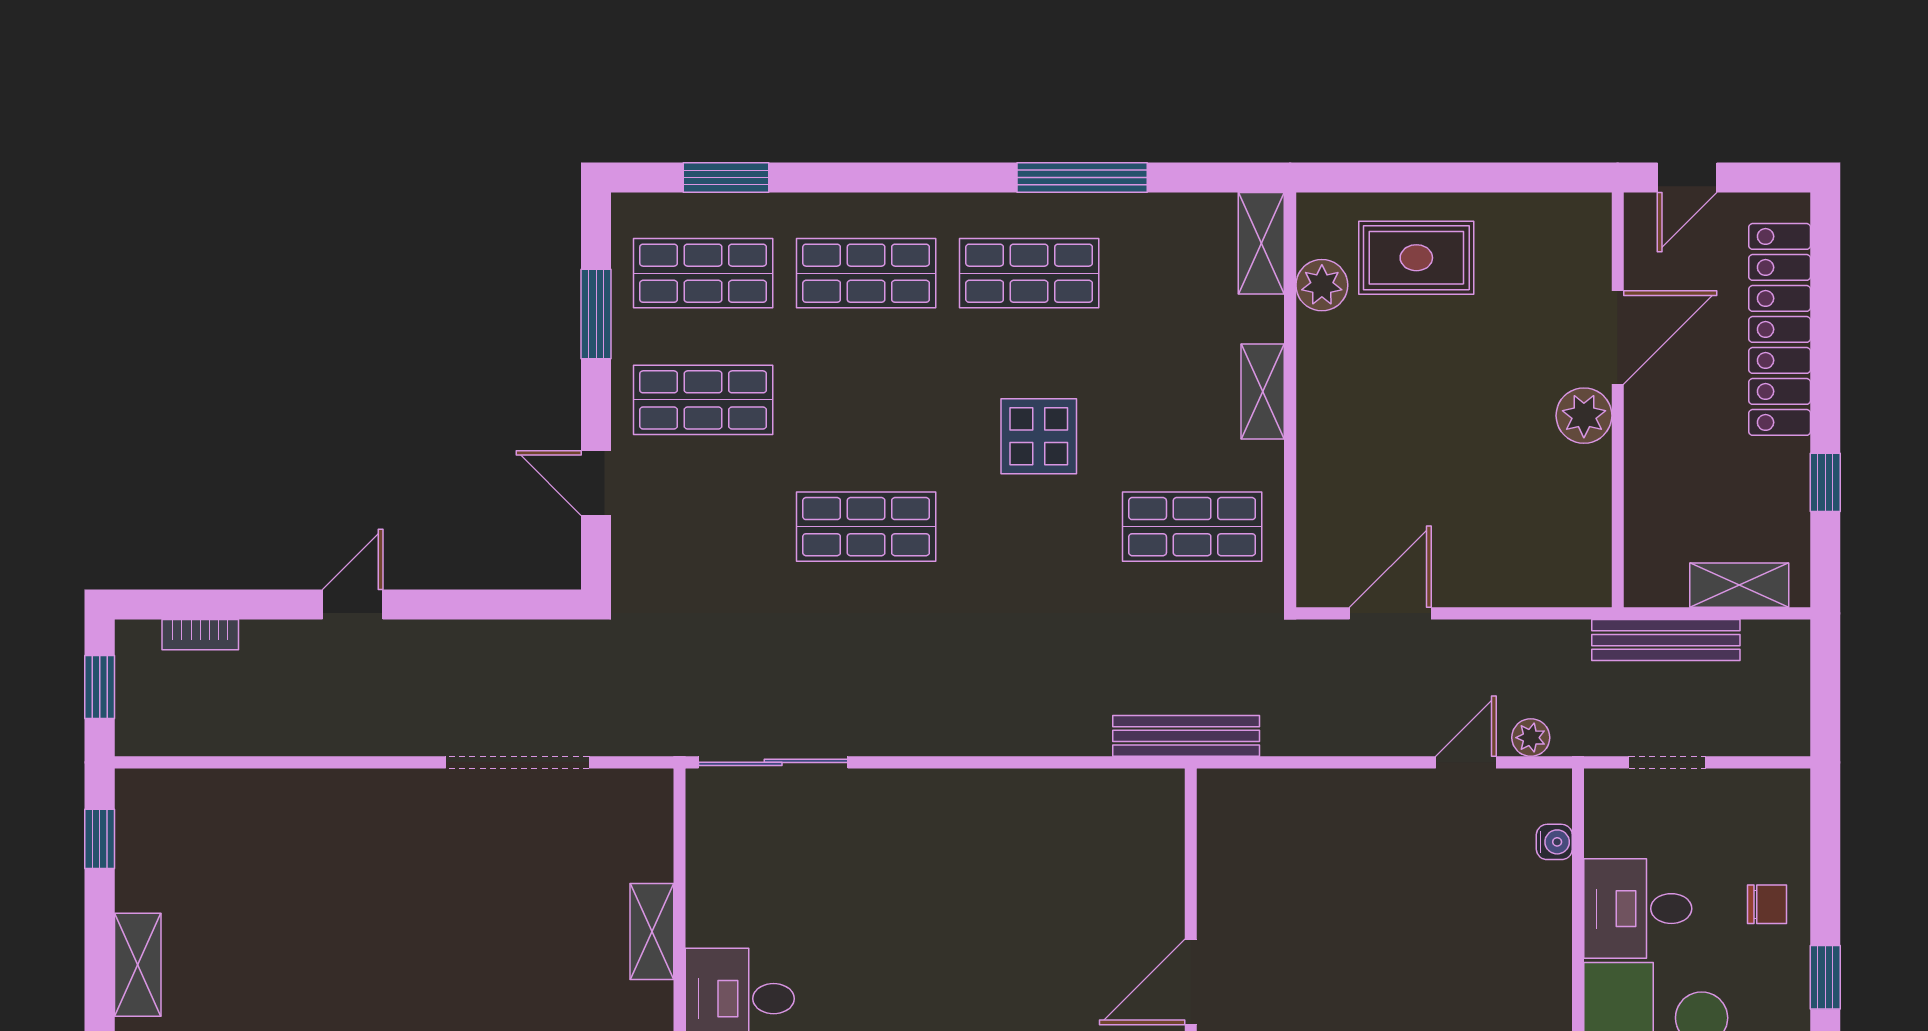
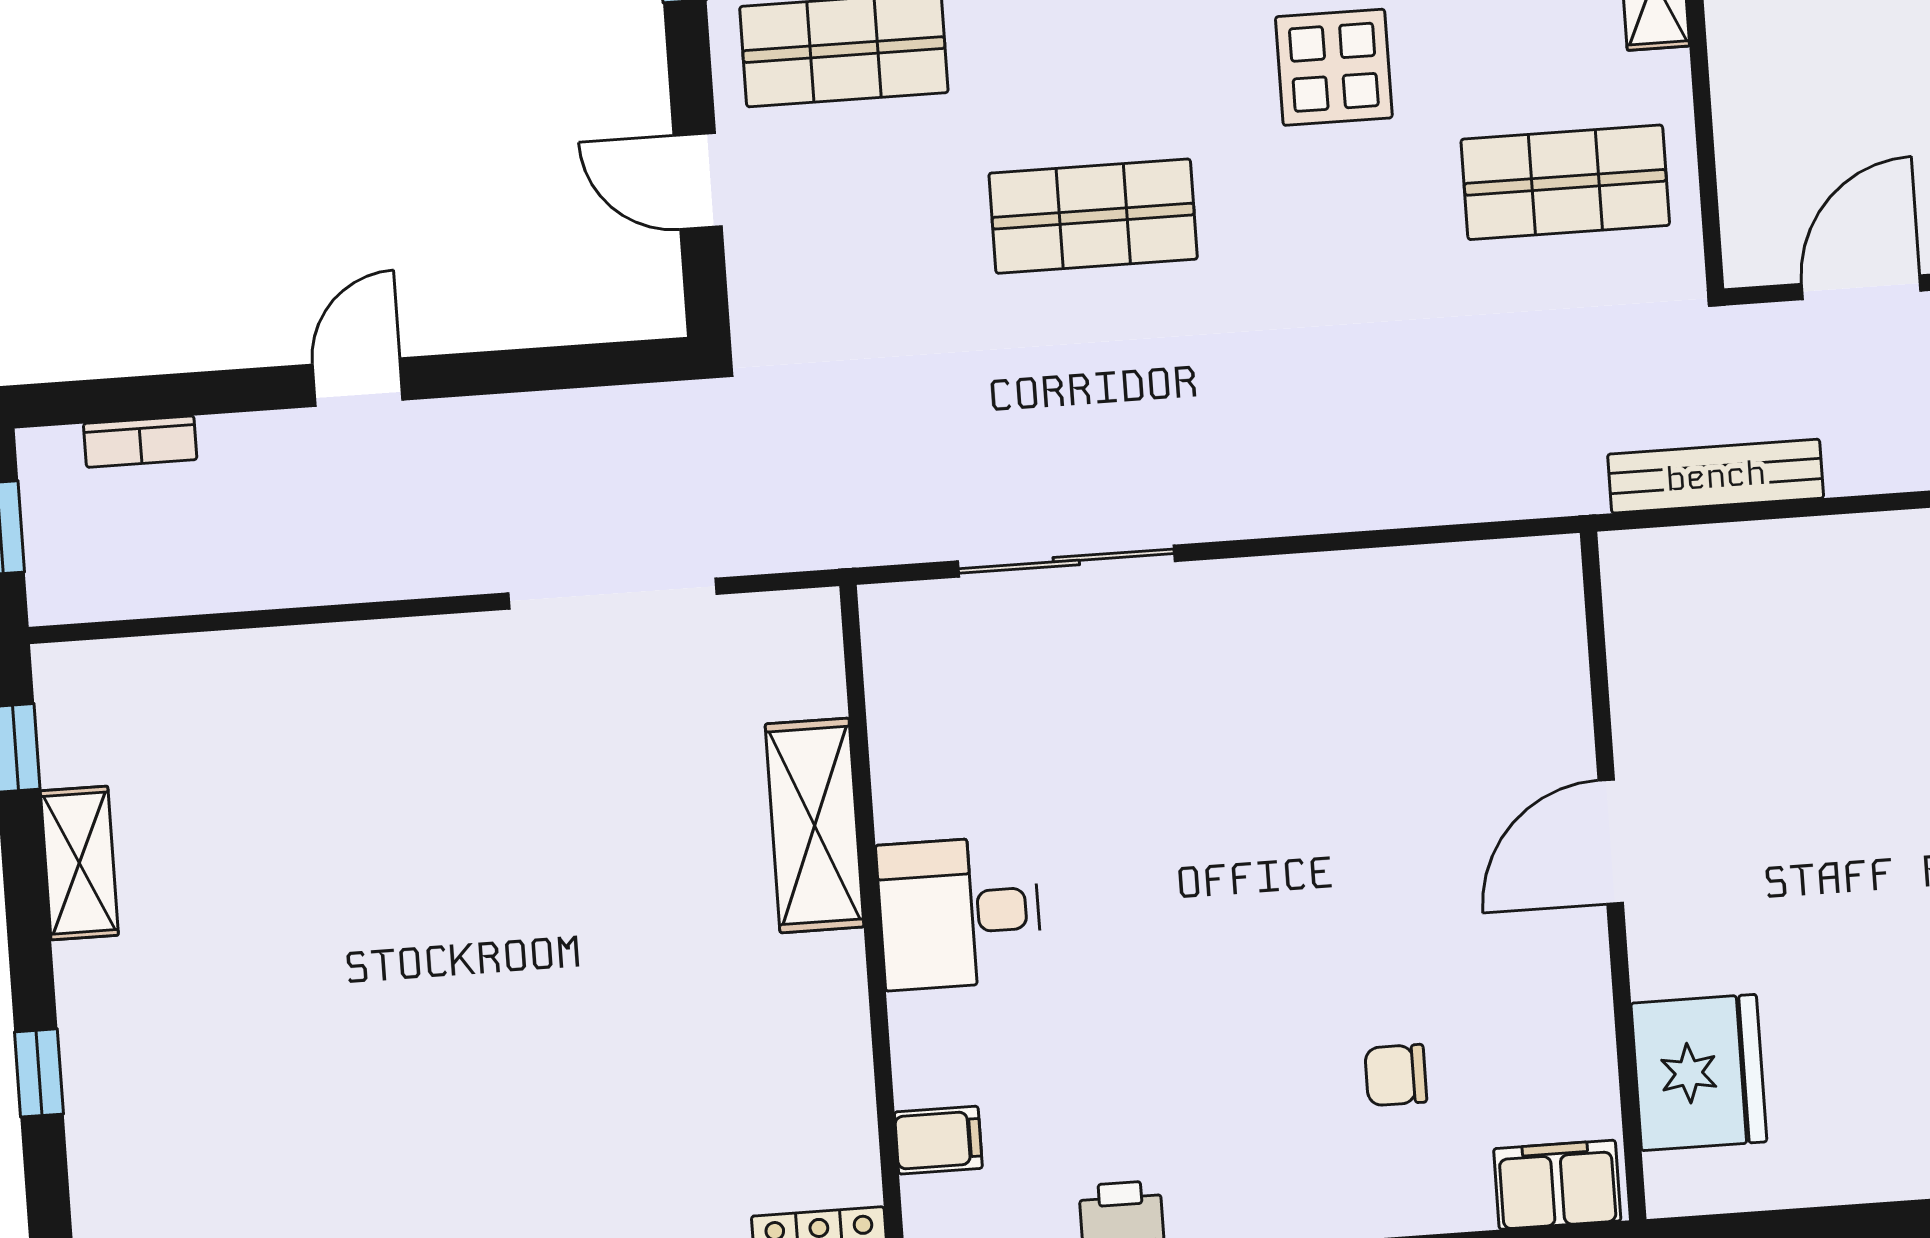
bench: (1186, 736) -> (1716, 476), moved
sliding door: (773, 762) -> (1066, 561), moved
shelving: (652, 932) -> (814, 825), width x1.50, depth x1.33
shelving: (138, 965) -> (79, 863), moved

